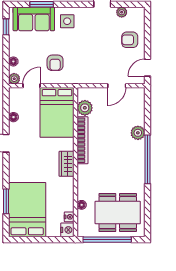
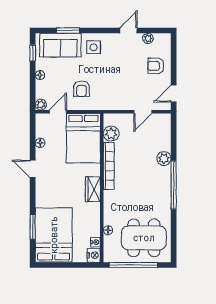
floor lamp: (13, 61) -> (40, 75), moved

